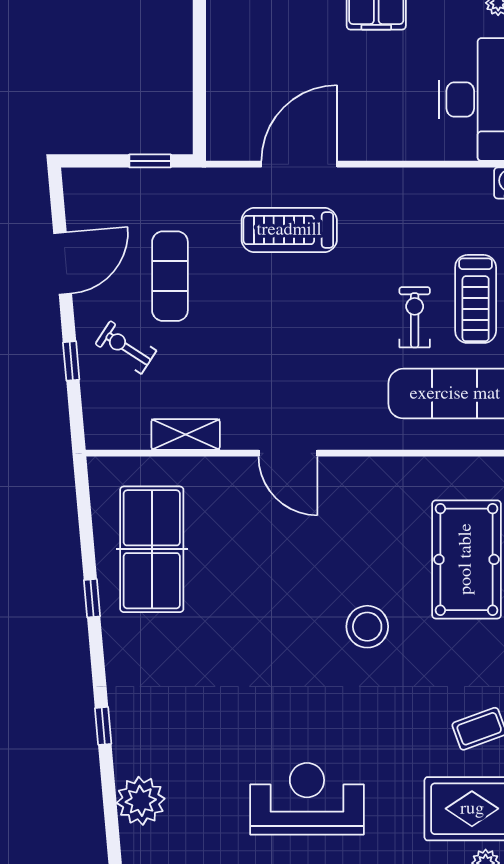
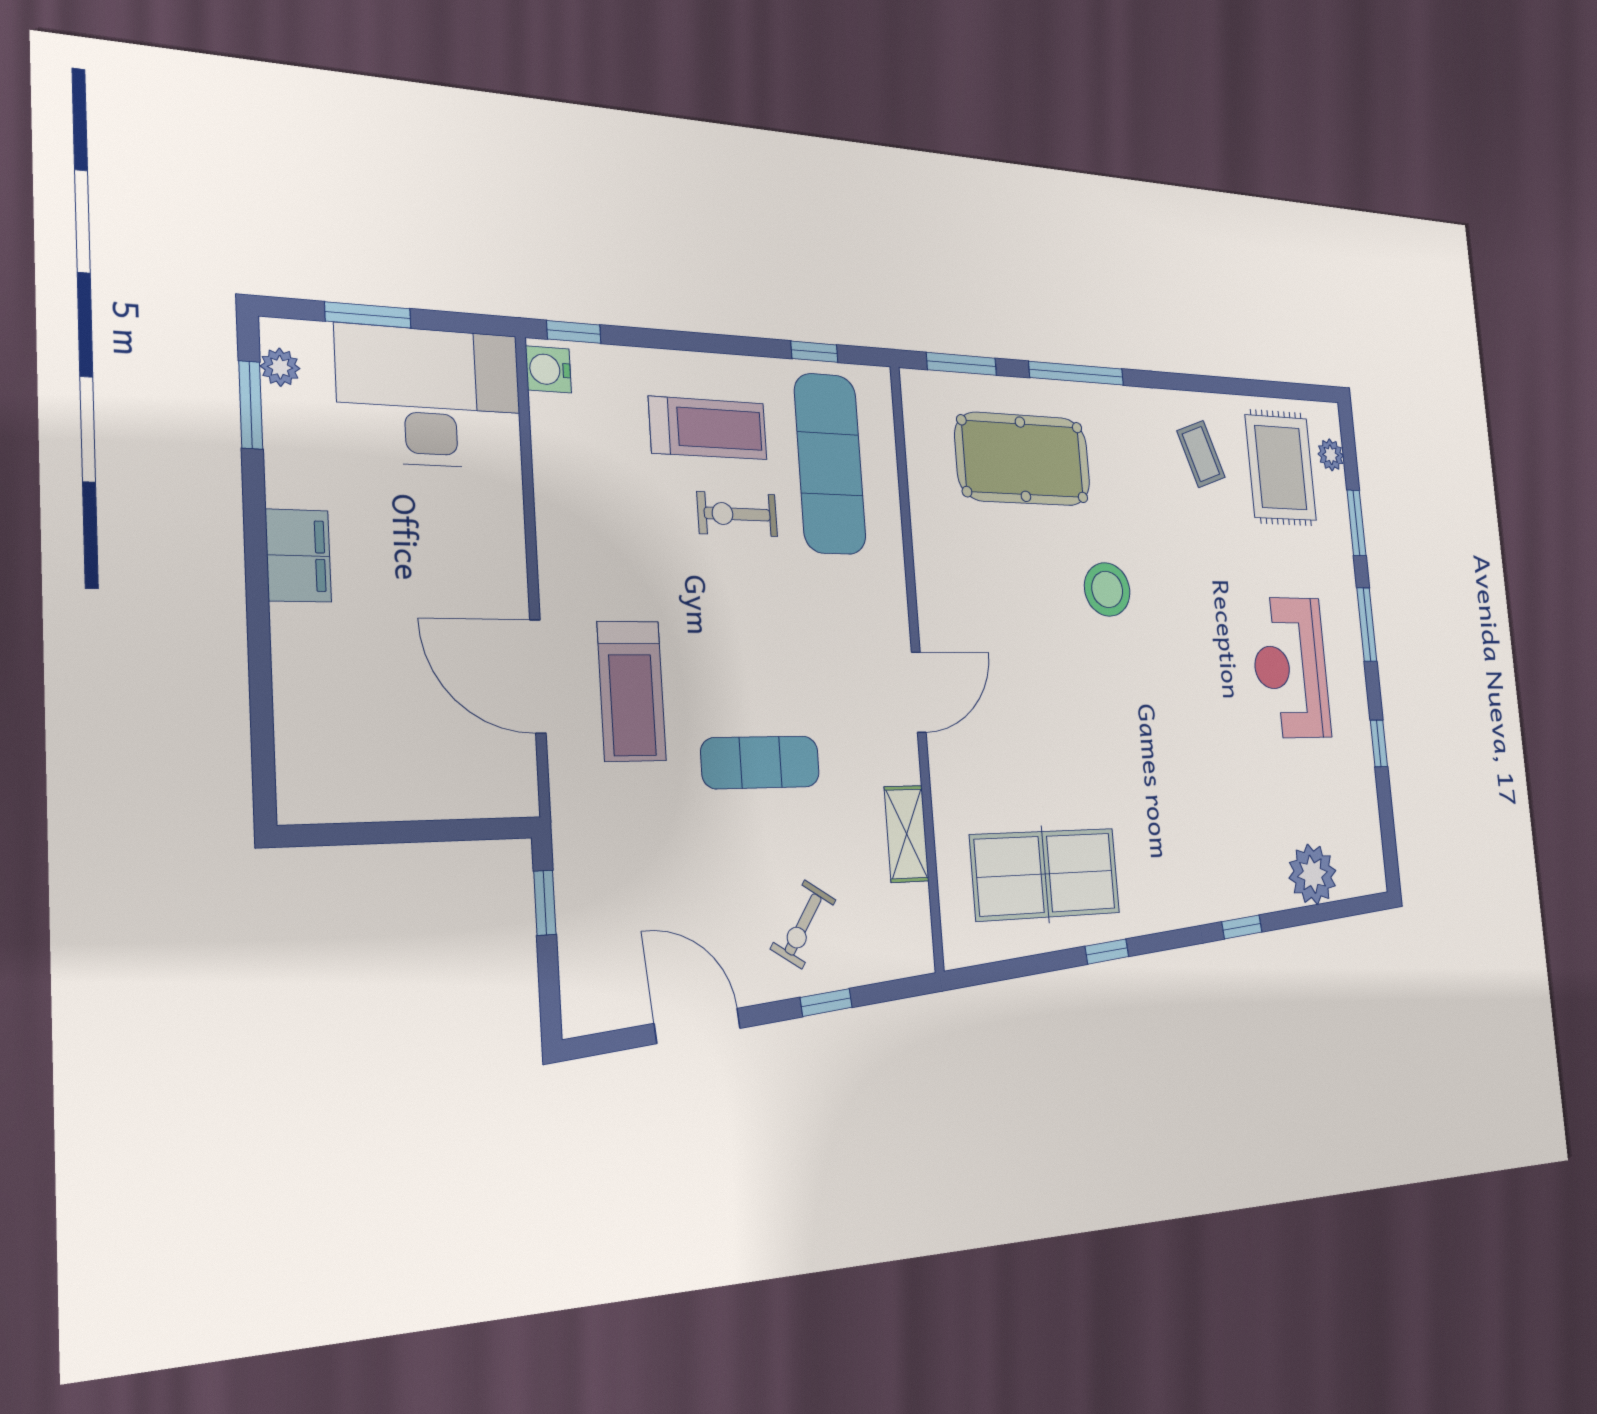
exercise mat: (170, 276) -> (760, 762), moved

